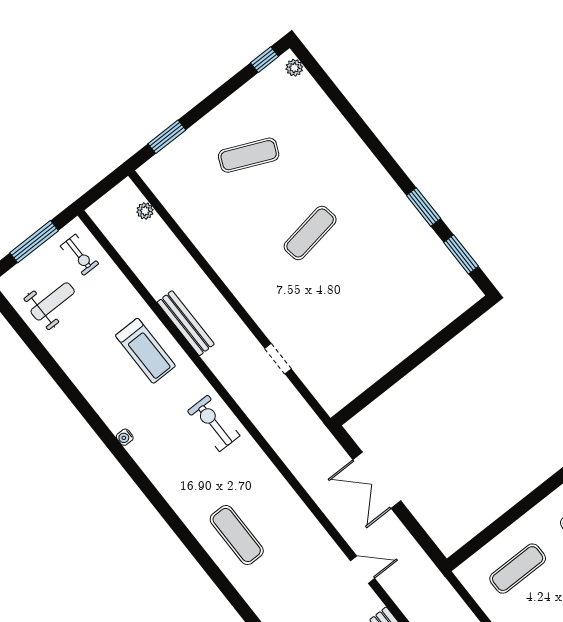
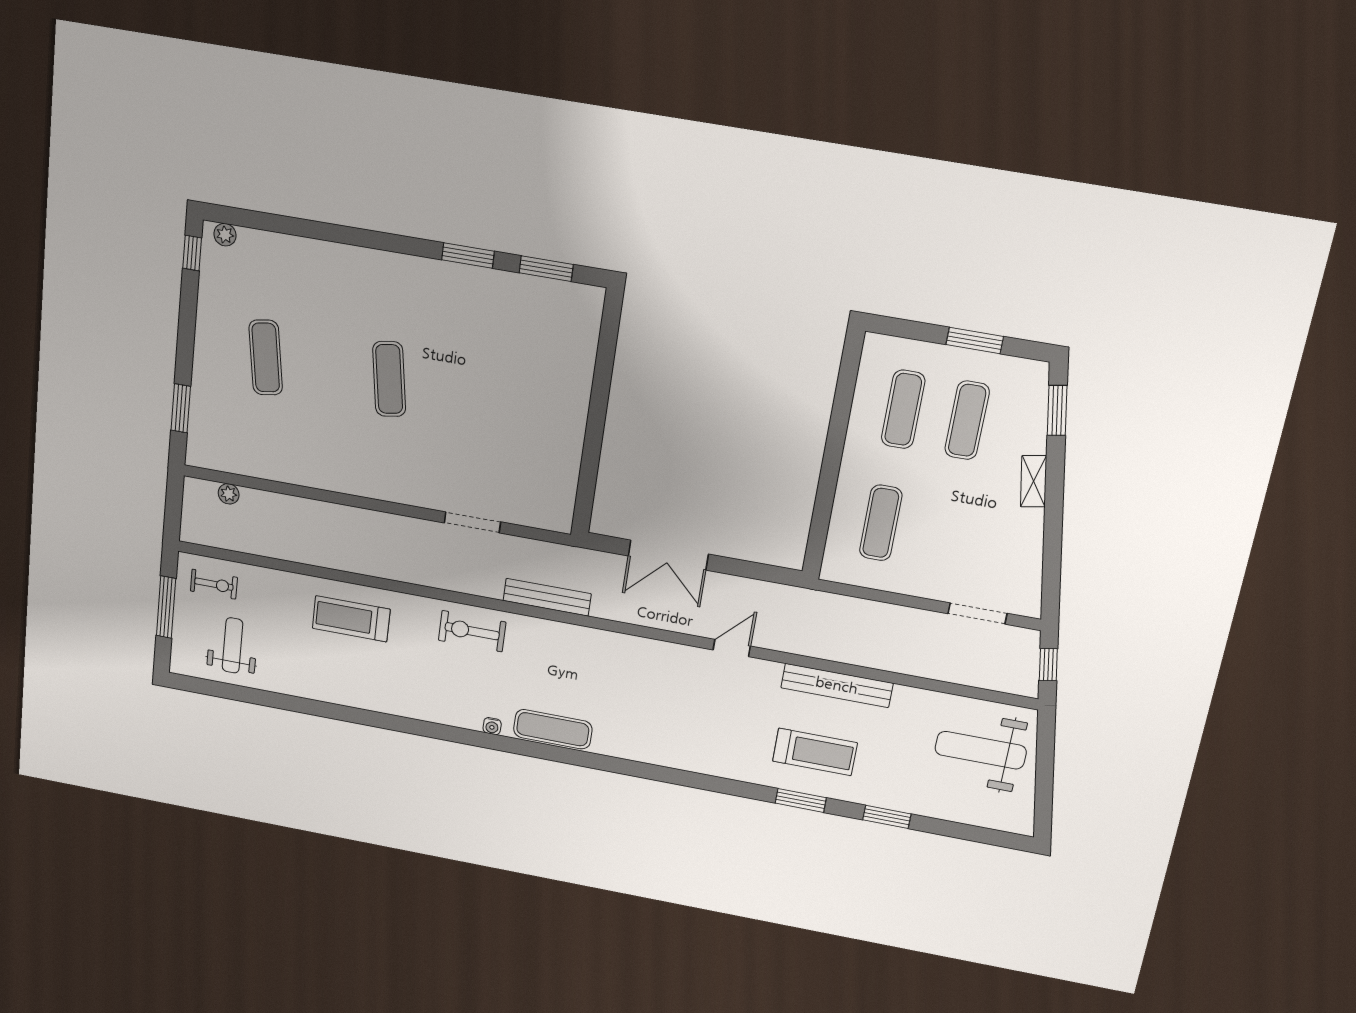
exercise mat: (249, 155) -> (266, 358), turned -33
bench: (186, 323) -> (547, 597), moved
treadmill: (145, 351) -> (351, 619), turned 180
doorway: (278, 359) -> (472, 522), width x1.38
water cooler: (125, 437) -> (492, 726), moved
exercise mat: (237, 535) -> (553, 729), moved

